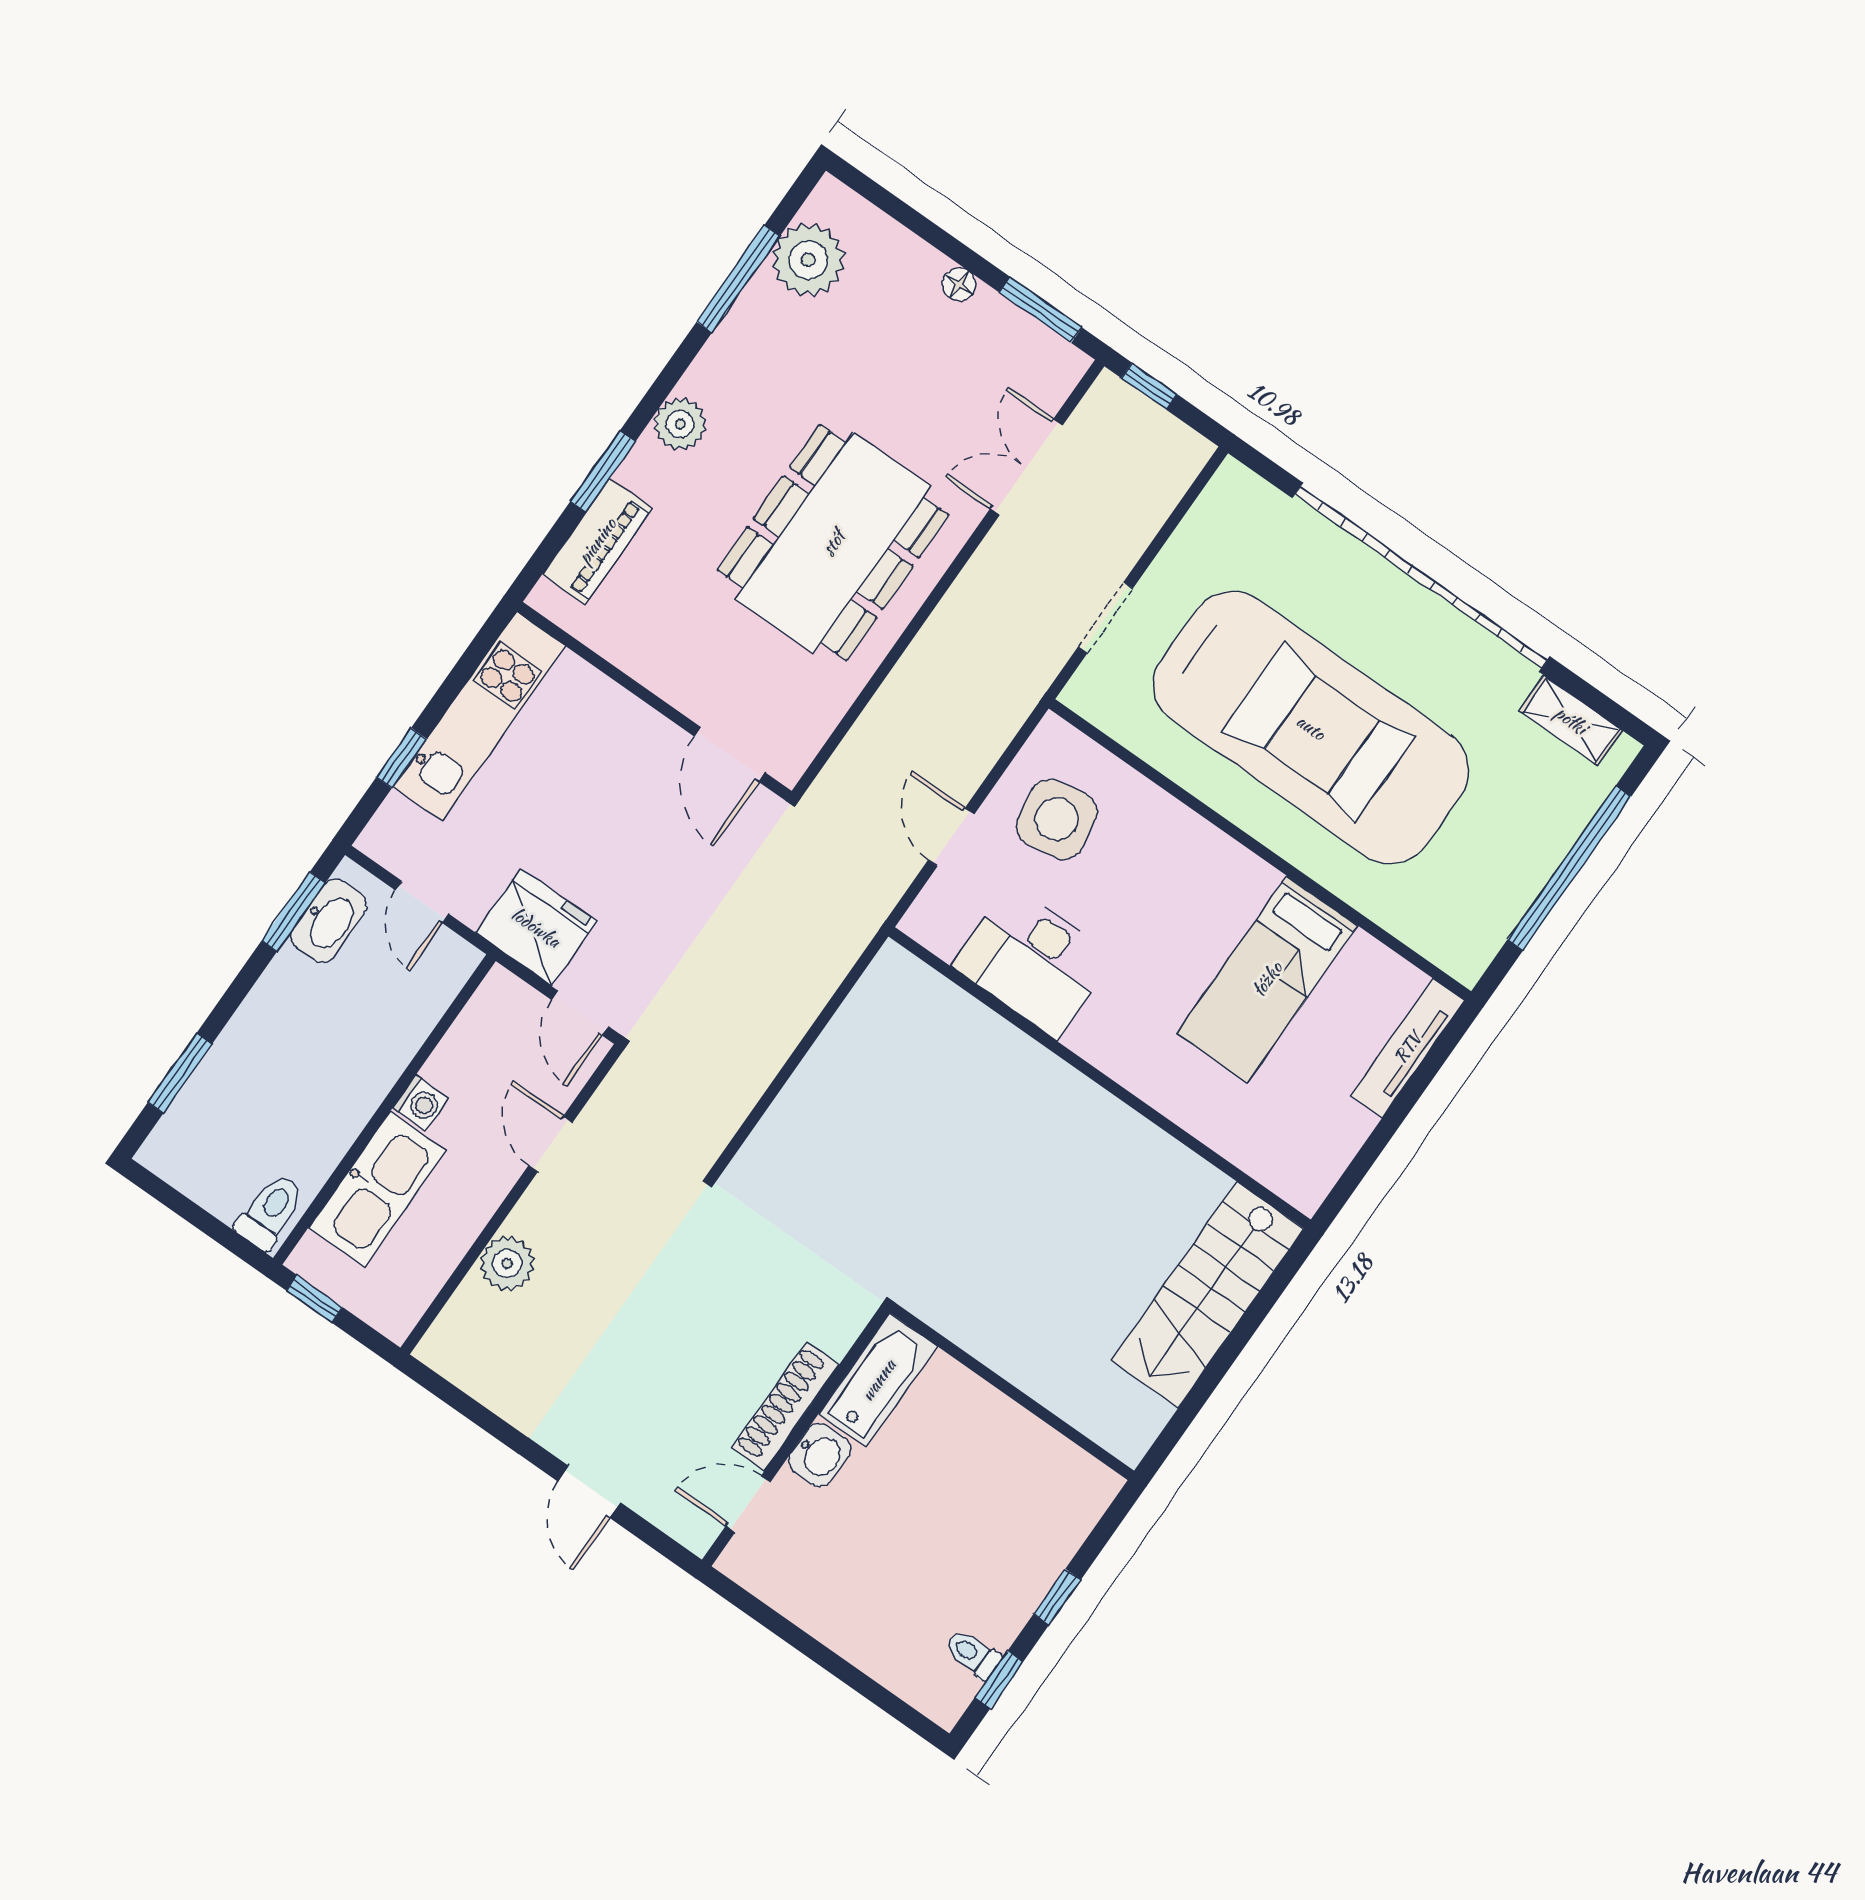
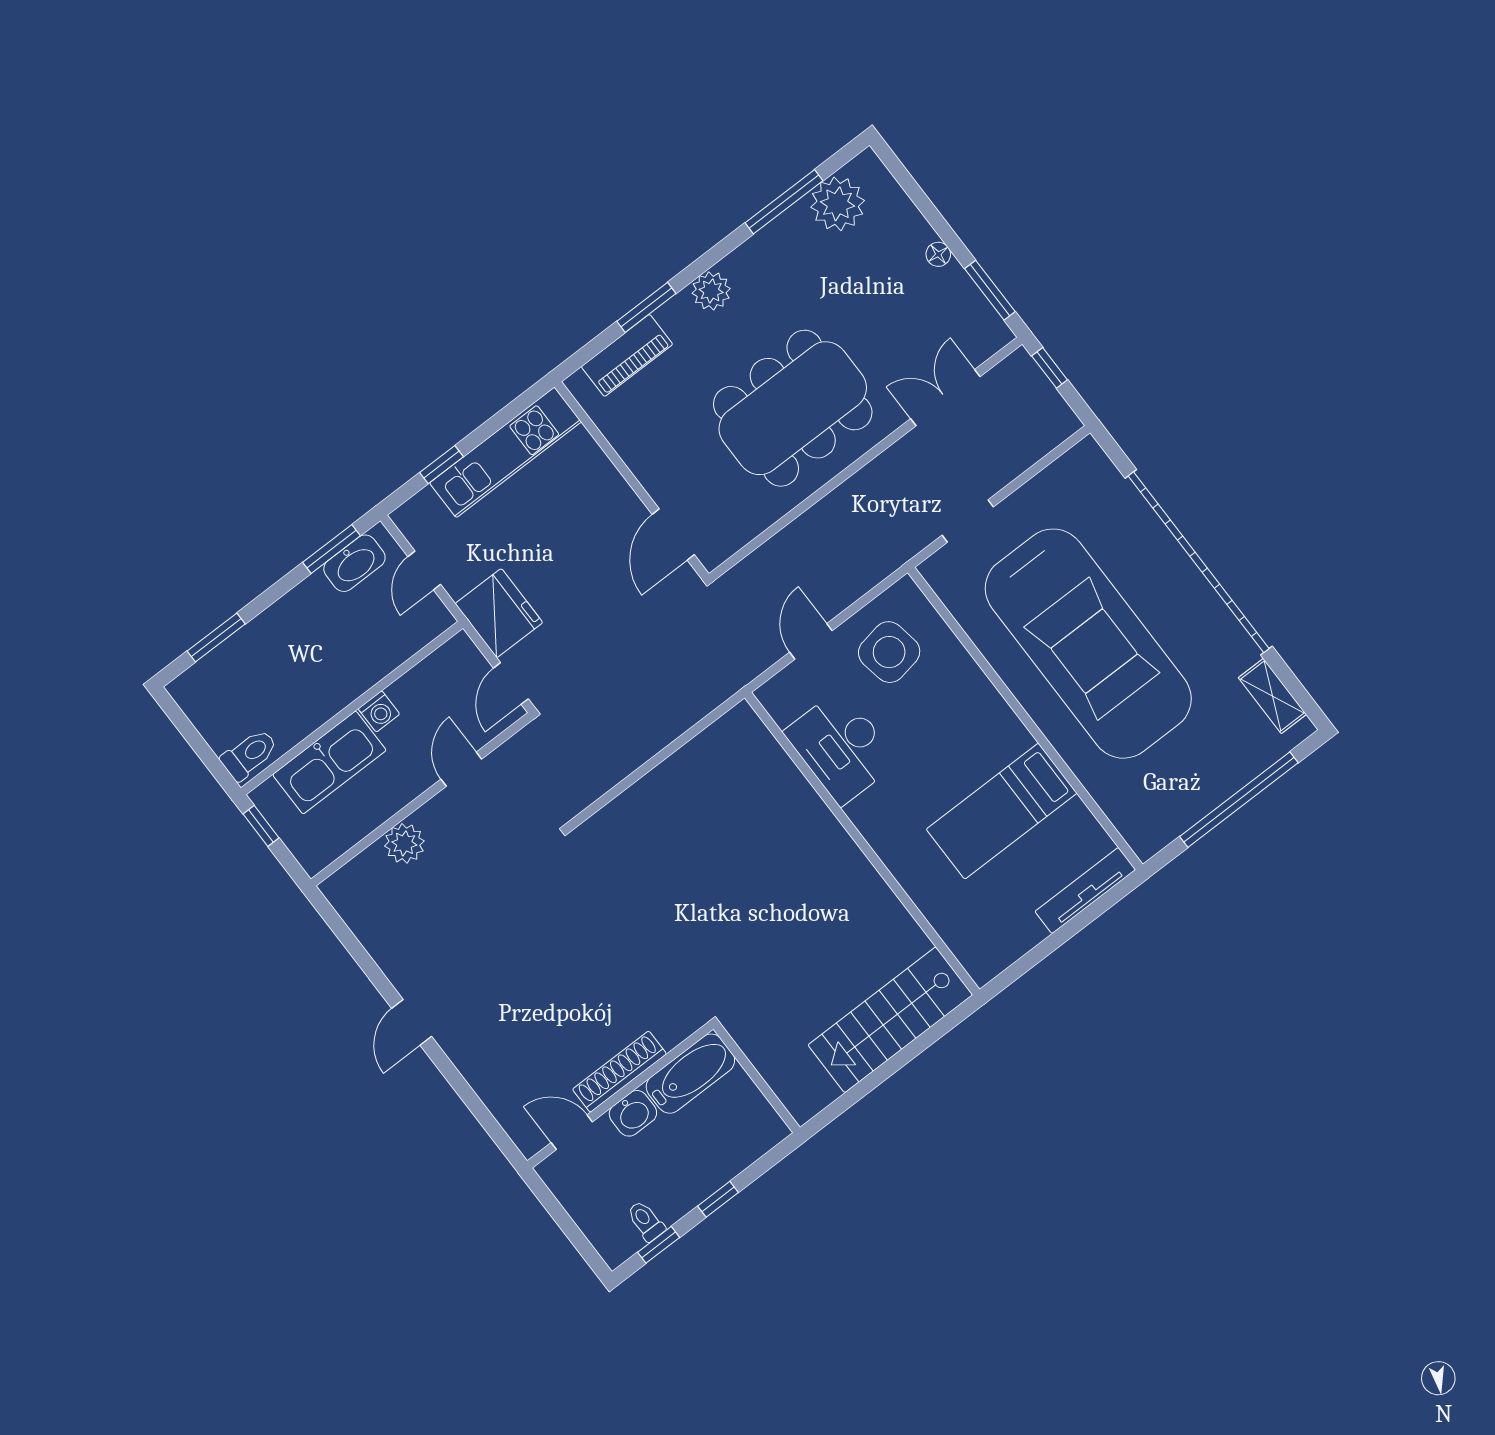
bathtub: (878, 1380) -> (690, 1074), moved
shoe rack: (785, 1406) -> (619, 1072), moved
wall: (796, 1436) -> (620, 1095), moved
washbasin: (820, 1455) -> (633, 1113), moved
door: (748, 1504) -> (572, 1132), moved

